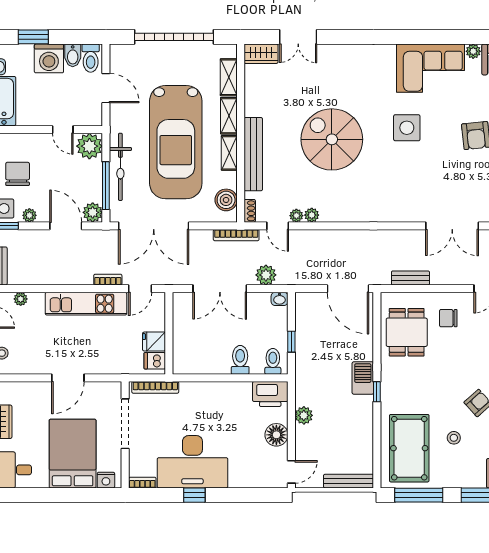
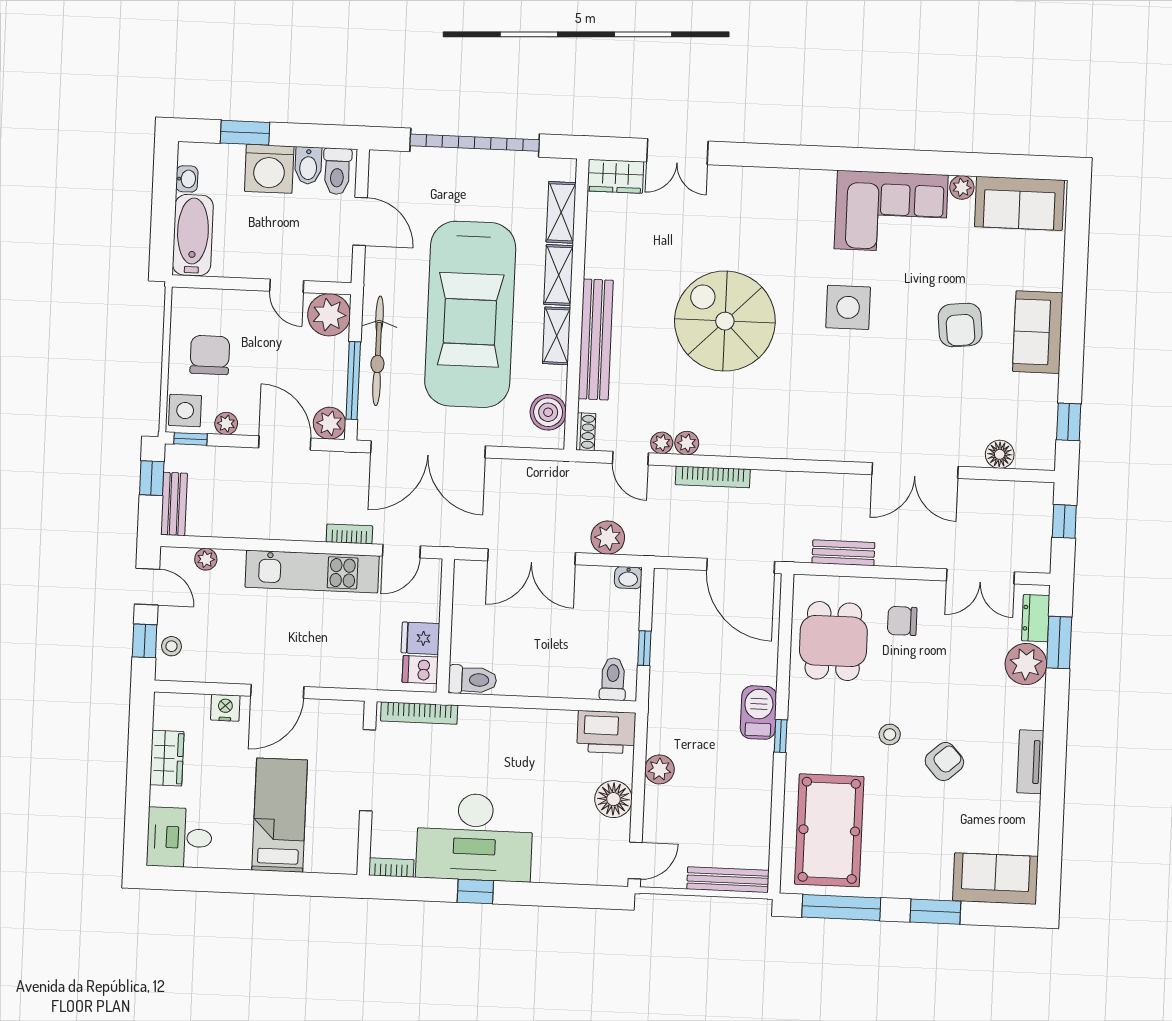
bookcase: (236, 235) -> (713, 477), moved
toilet: (240, 360) -> (472, 680), moved, turned 90
stool: (454, 438) -> (890, 734), moved
bed: (73, 454) -> (280, 815), width x0.67
nightstand: (106, 480) -> (225, 708), moved, turned 180

